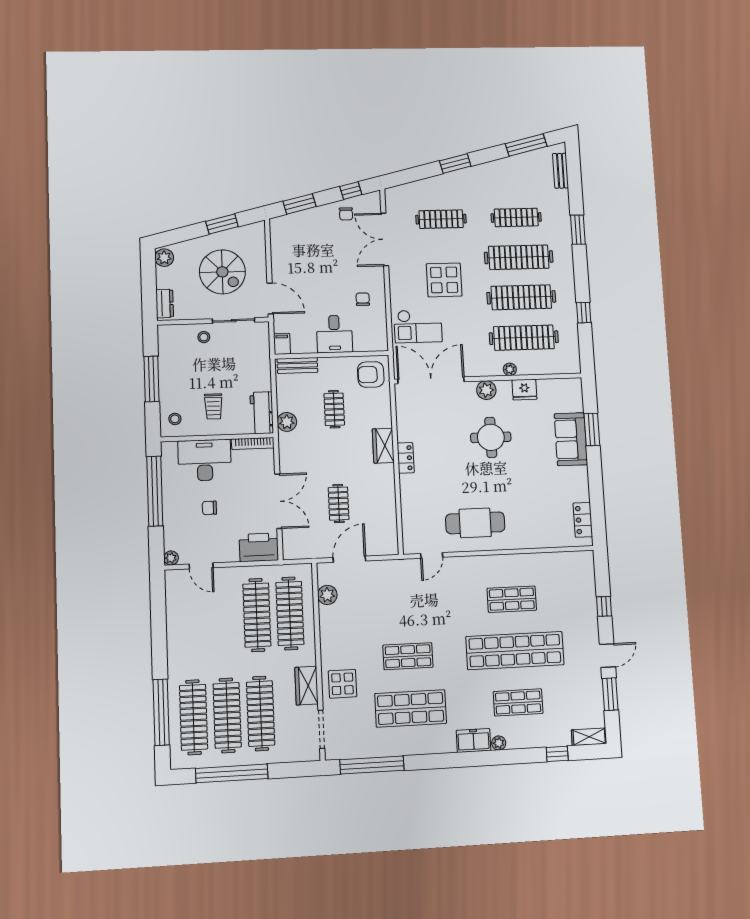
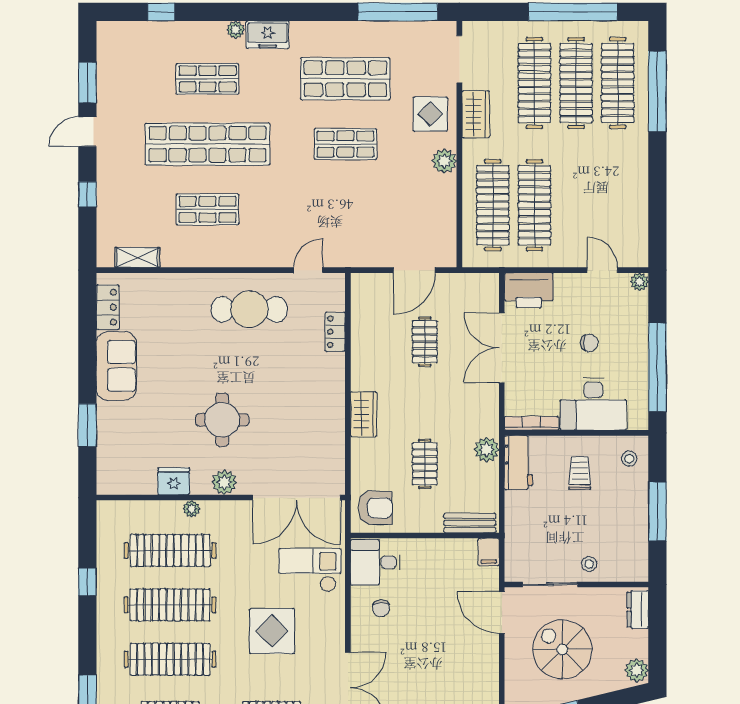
desk: (334, 334) -> (375, 562), moved, turned -90
sofa: (571, 439) -> (116, 366), moved
locker: (406, 458) -> (335, 332), moved
plant: (327, 595) -> (444, 161), moved
shelving: (589, 737) -> (137, 257), moved

